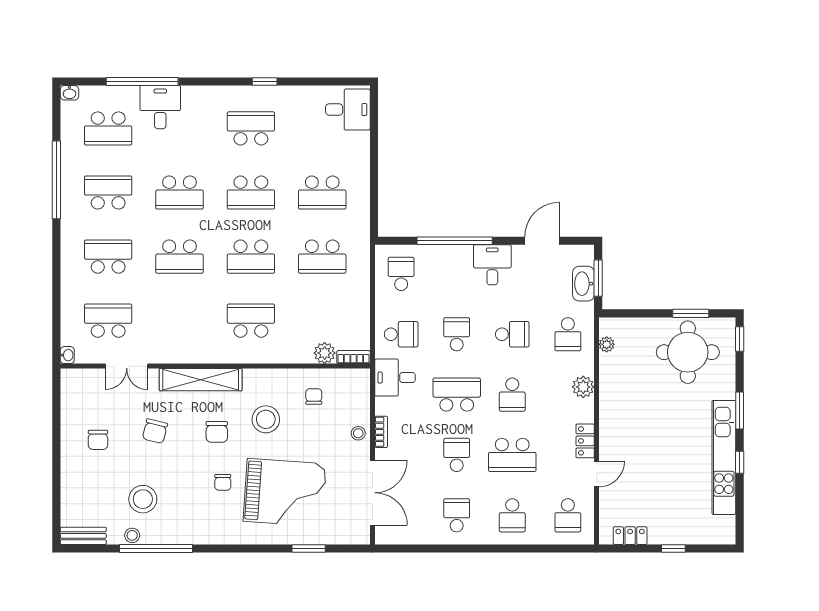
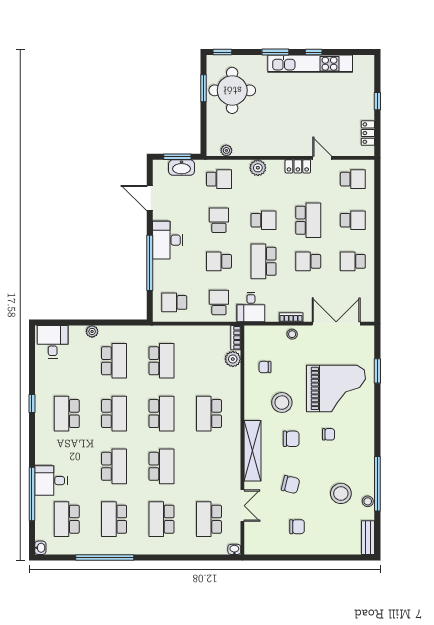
school desk: (108, 128) -> (67, 519), turned 180
plant: (362, 163) -> (92, 331), added
desk: (492, 265) -> (168, 240), width x1.37
grand piano: (285, 493) -> (336, 388), turned 86

